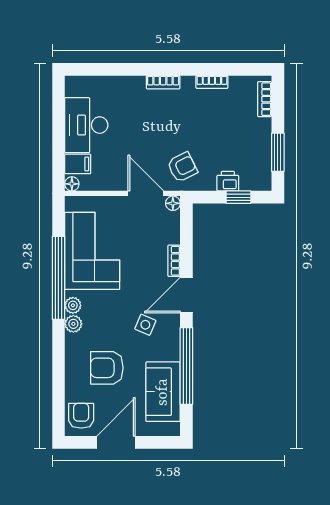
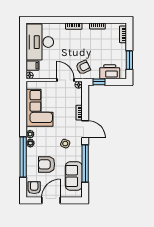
desk: (86, 125) -> (40, 42), width x1.36, depth x1.30
printer: (228, 181) -> (110, 72), width x1.87, depth x1.48
window: (238, 197) -> (99, 82), moved
window: (58, 278) -> (23, 157), moved
door: (186, 295) -> (85, 129), swing flipped

